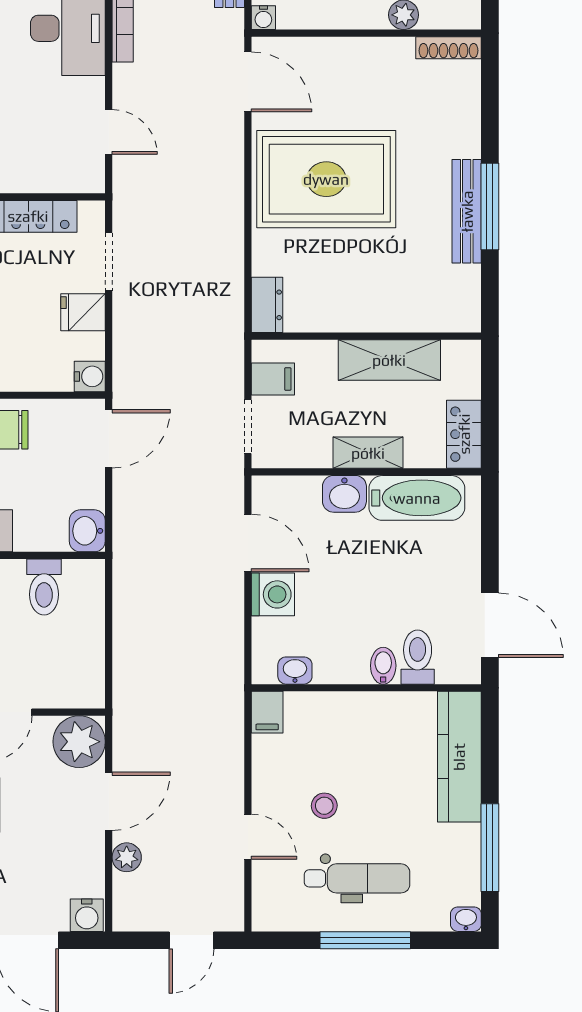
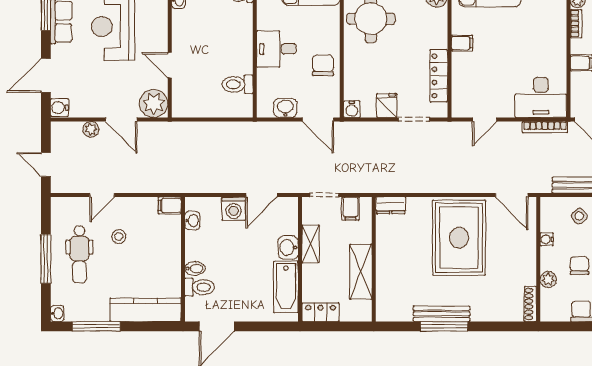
water cooler: (263, 18) -> (547, 239), moved
door: (248, 82) -> (512, 195), hinge flipped
shelving: (368, 453) -> (310, 244), moved
washbasin: (87, 531) -> (285, 108), moved

